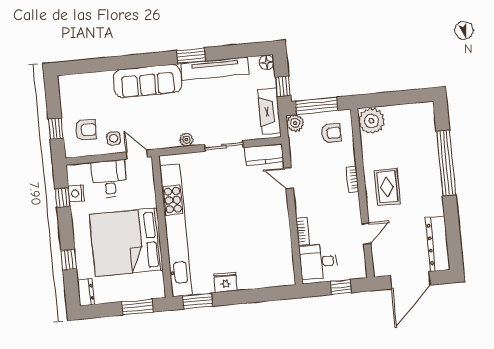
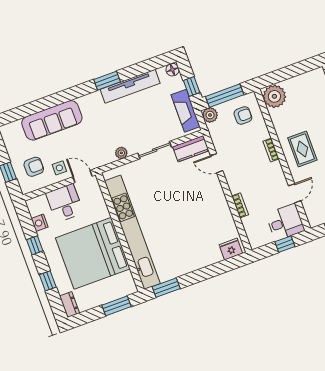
sofa: (148, 81) -> (52, 120), moved
window: (63, 198) -> (35, 245), moved
desk: (318, 262) -> (285, 222), moved, turned 180
fridge: (226, 282) -> (231, 249), moved

